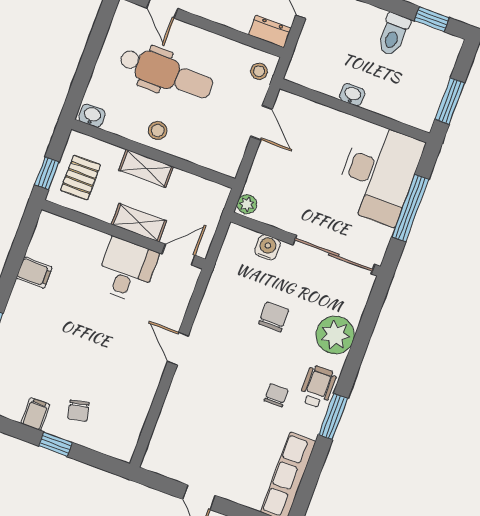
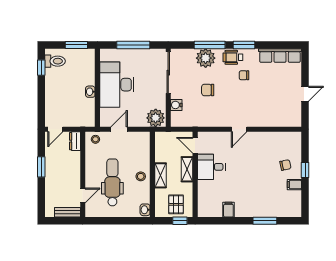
toilet: (393, 34) -> (55, 61), moved
desk: (379, 174) -> (117, 85), moved, turned -90
pallet: (81, 178) -> (176, 204), turned 90
plant: (247, 204) -> (156, 118), width x1.88, depth x1.88
window: (357, 352) -> (210, 45), added

